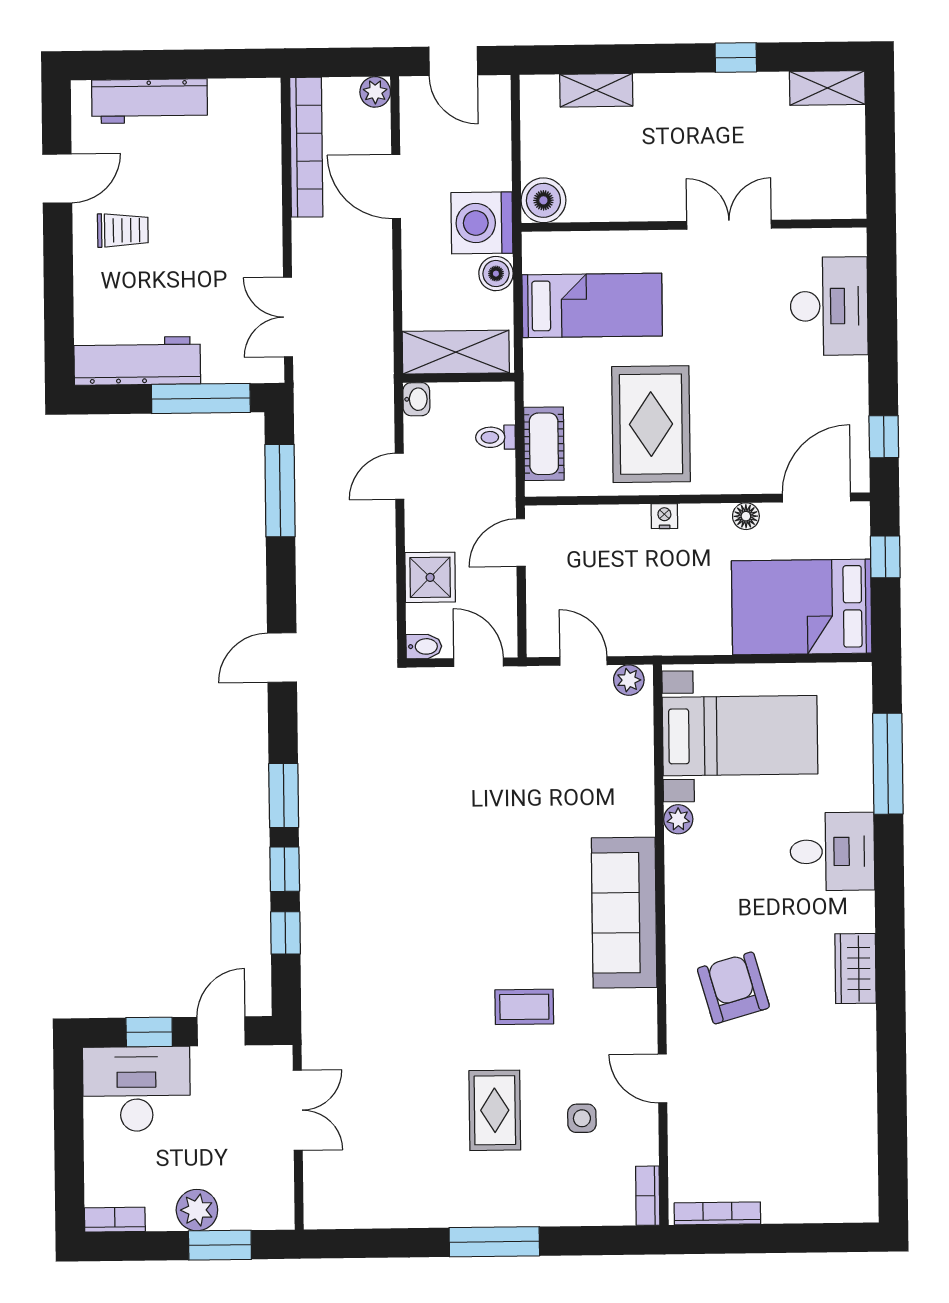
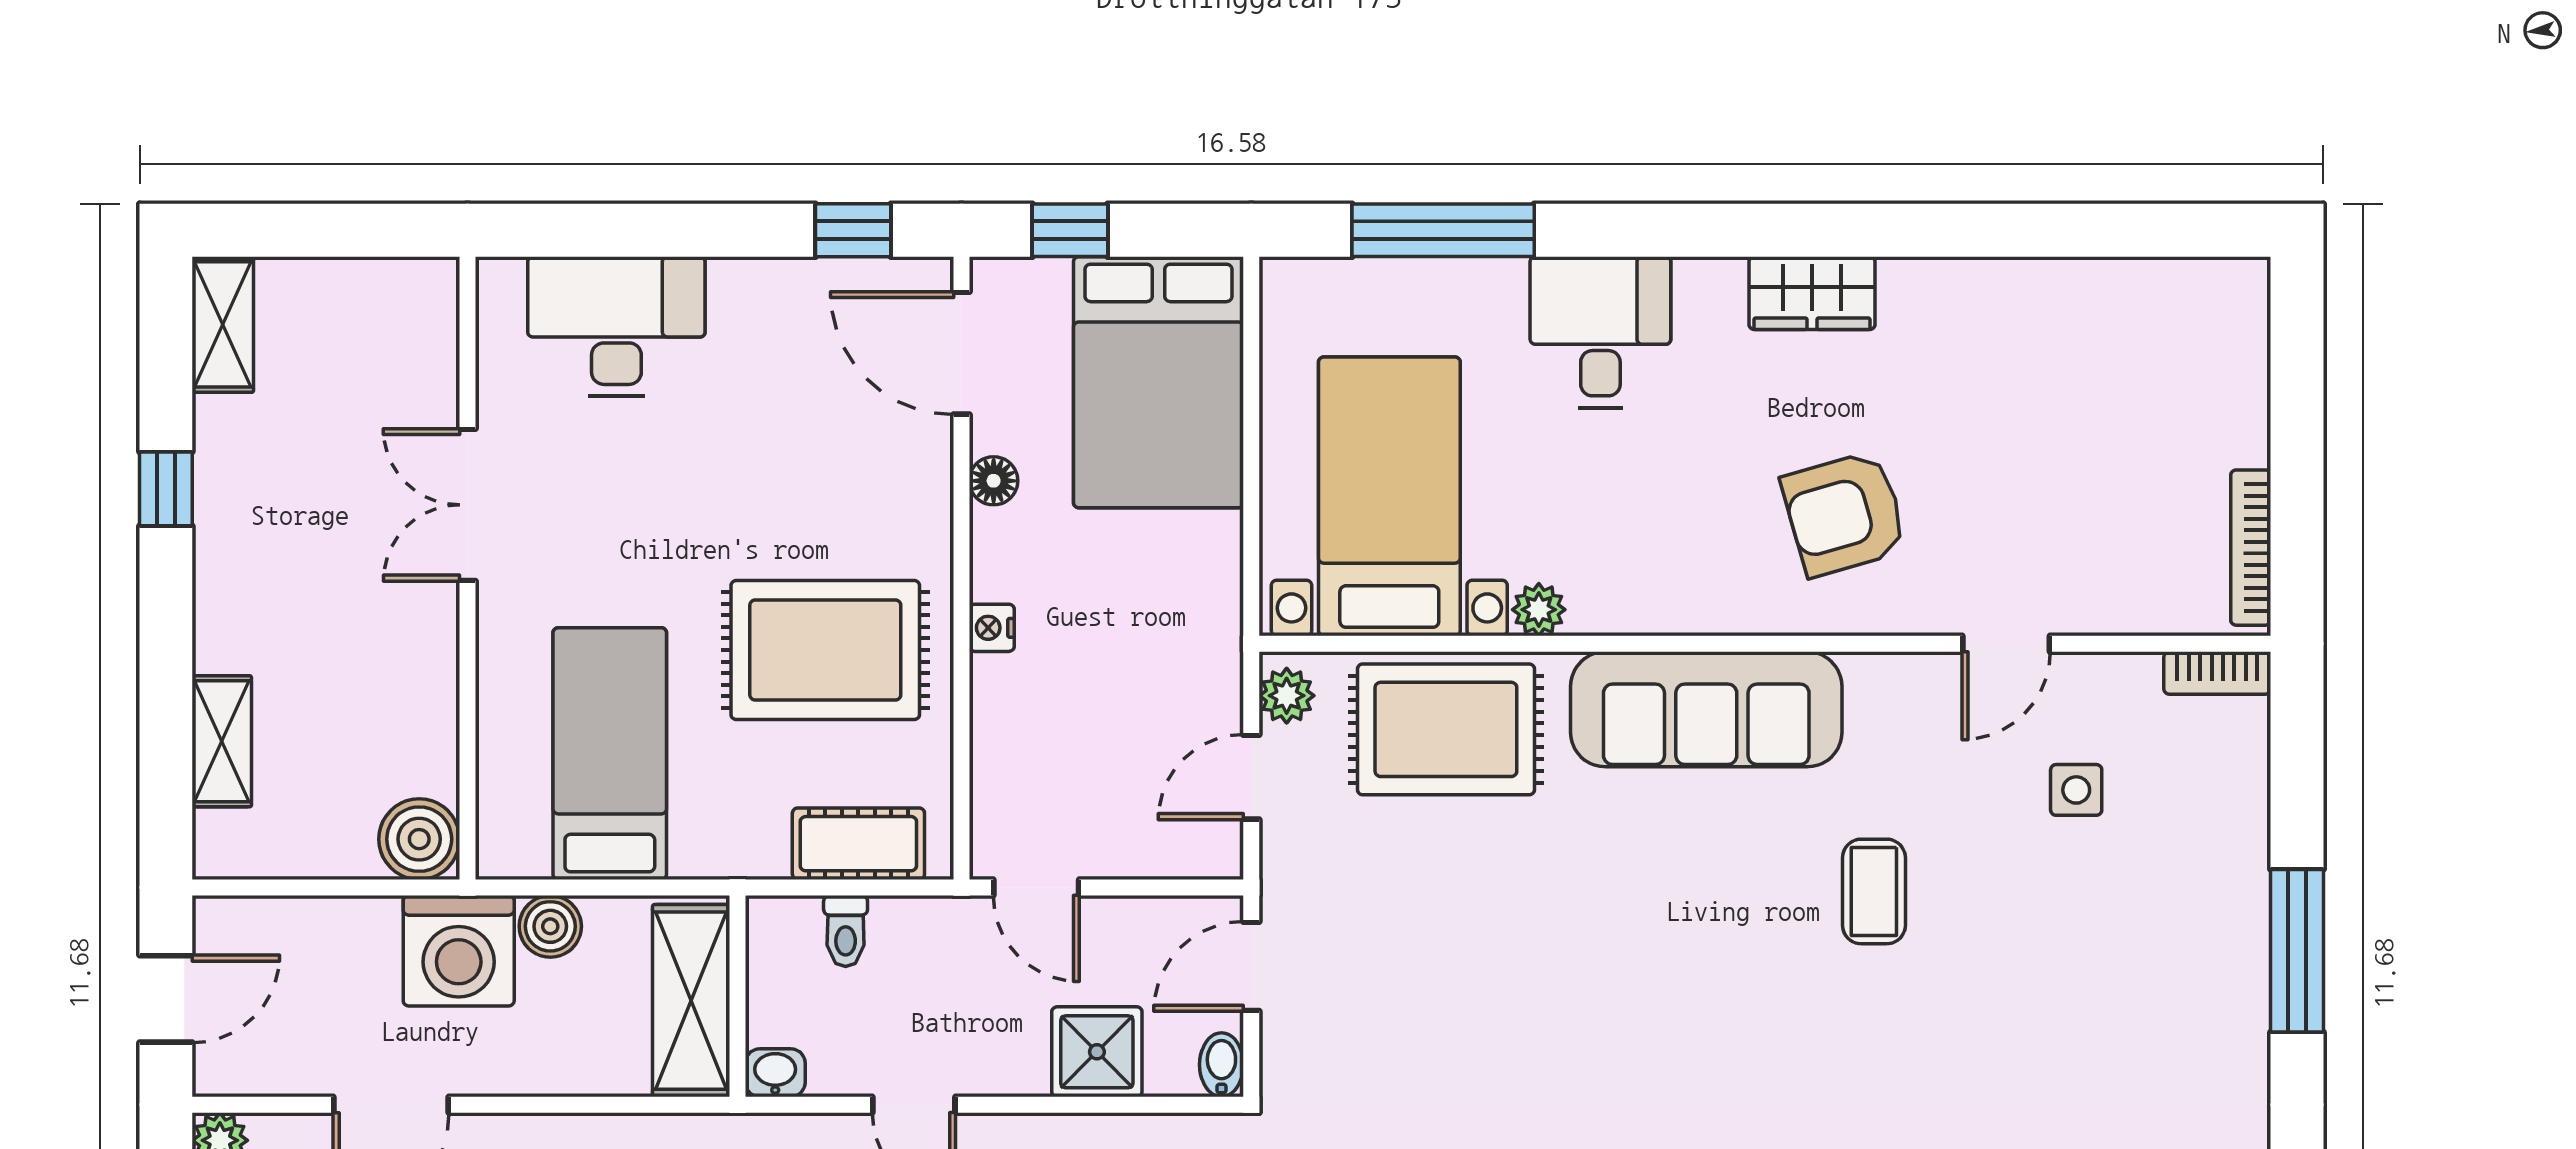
rug: (495, 1110) -> (1446, 729), moved, width x1.36, depth x1.43

